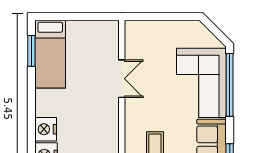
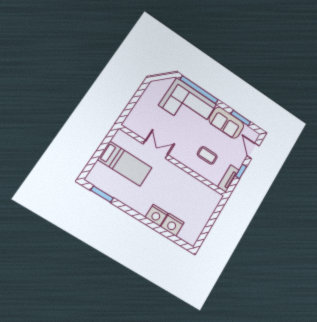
bed: (50, 54) -> (125, 164), moved

